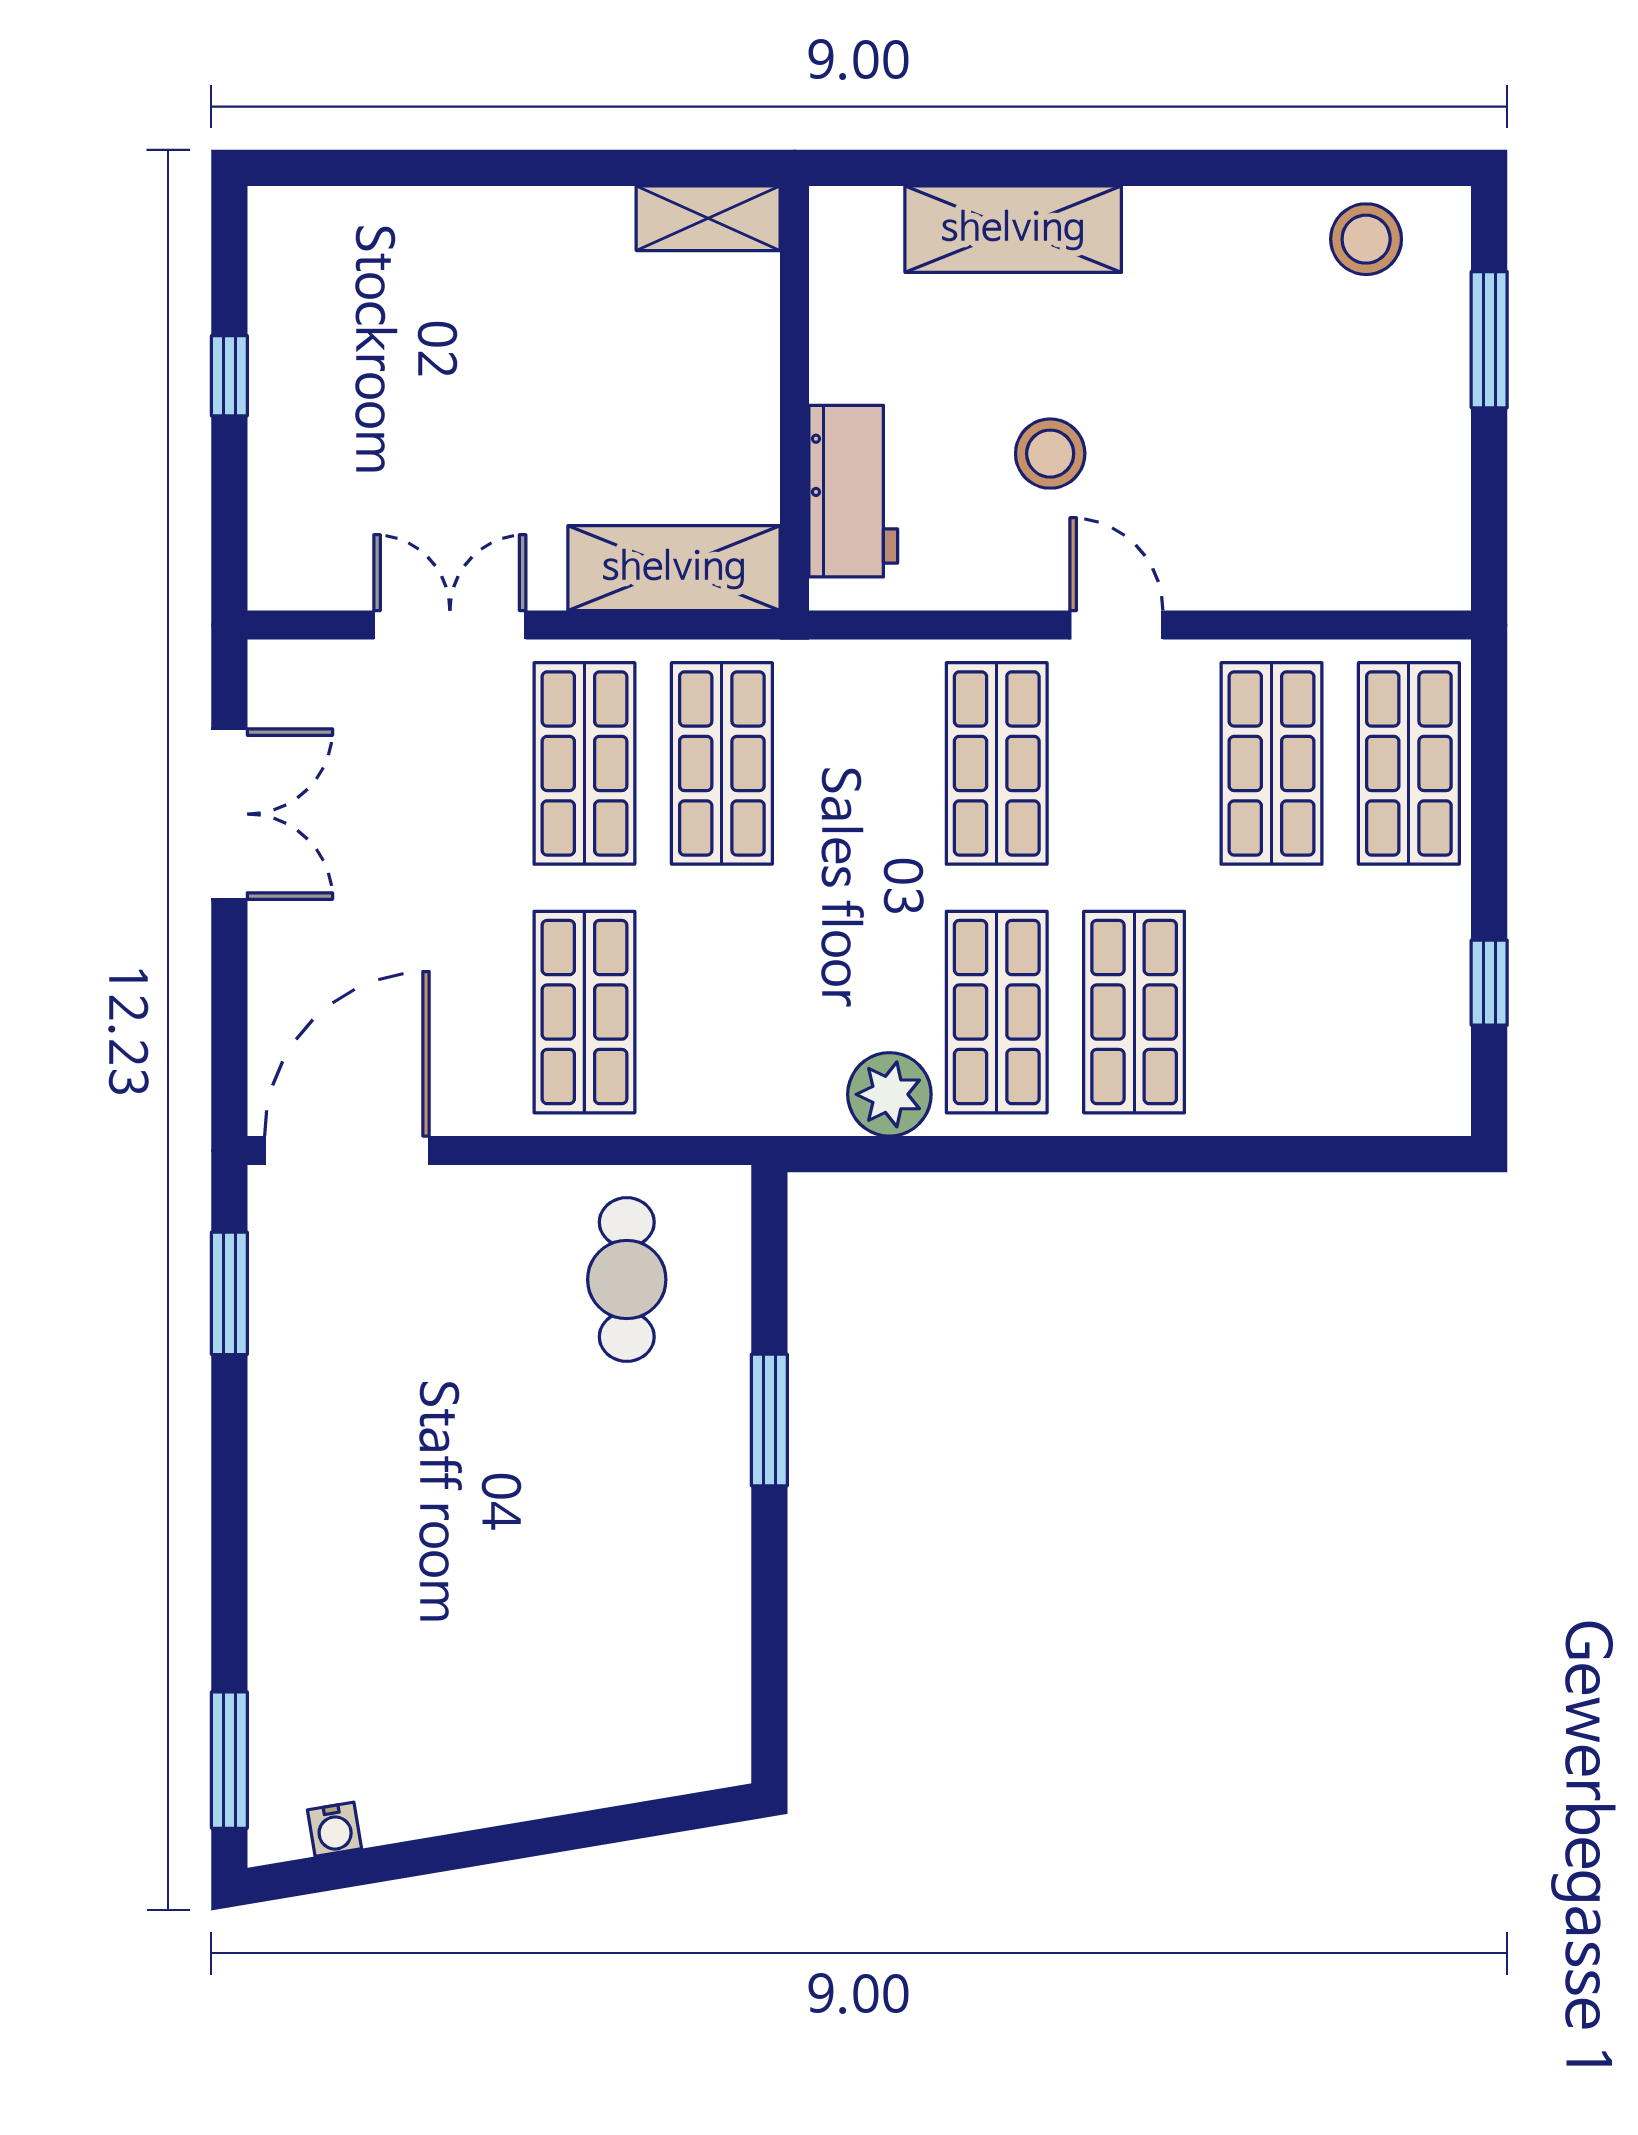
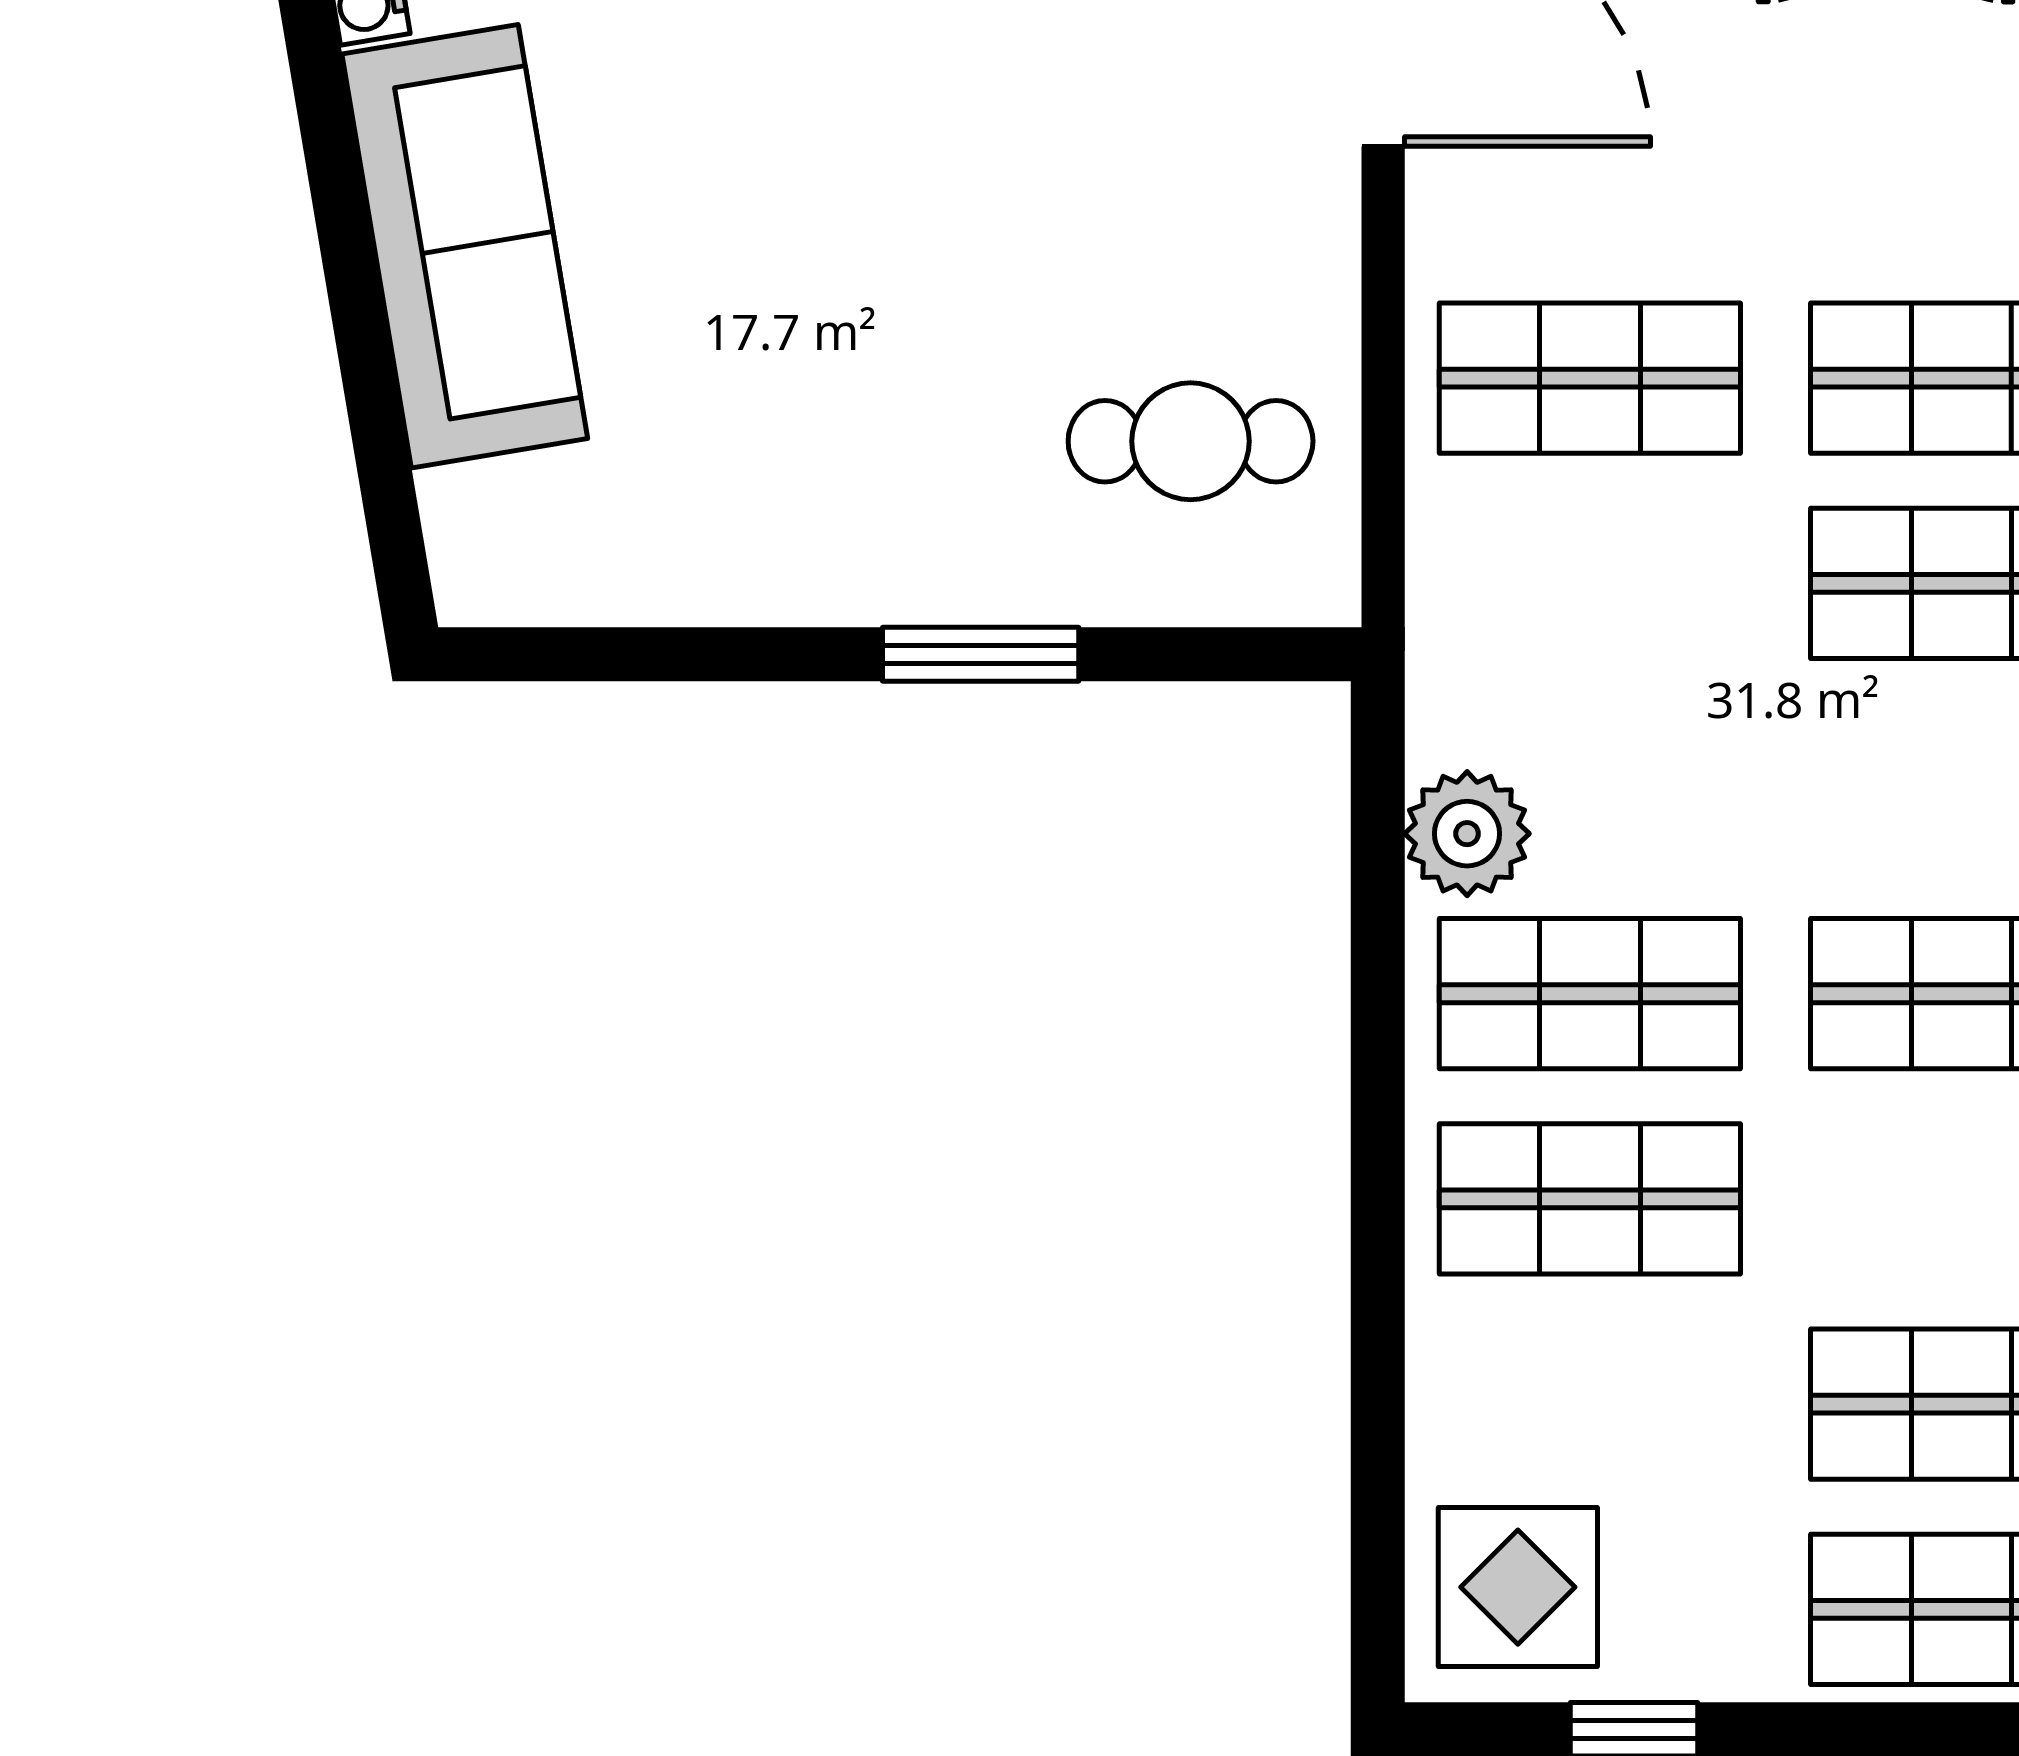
display table: (1394, 1060) -> (1518, 1587), added
sofa: (496, 1765) -> (465, 246), added

